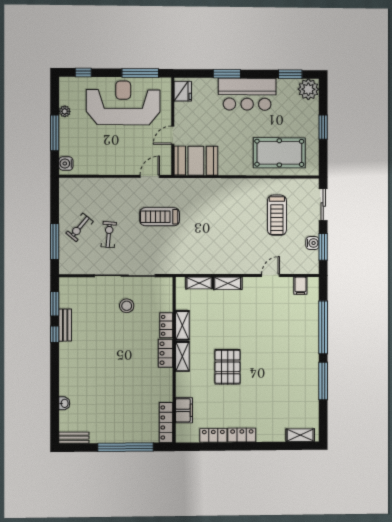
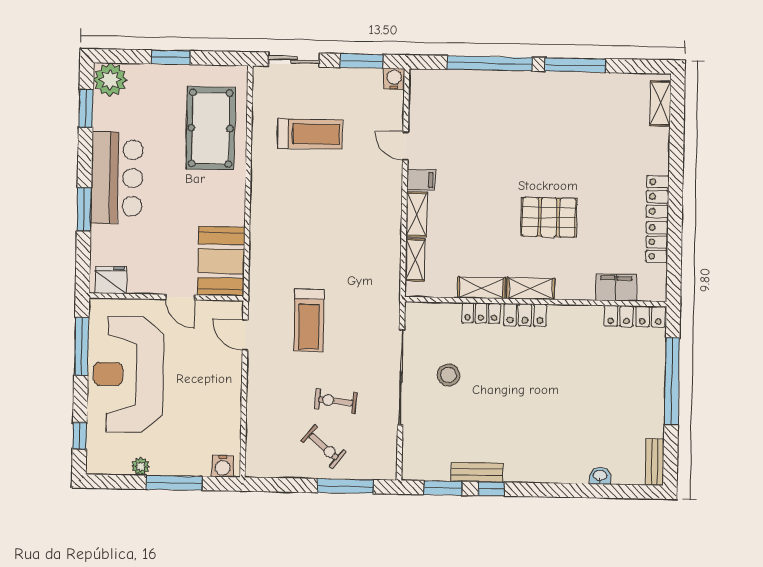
water cooler: (312, 243) -> (394, 79), moved
filing cabinet: (300, 286) -> (421, 180), moved

